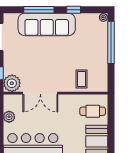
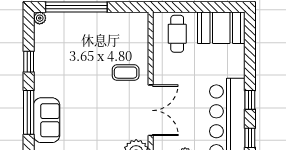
sofa: (47, 24) -> (47, 120), width x0.54, depth x0.79
coffee table: (81, 79) -> (126, 73), moved

